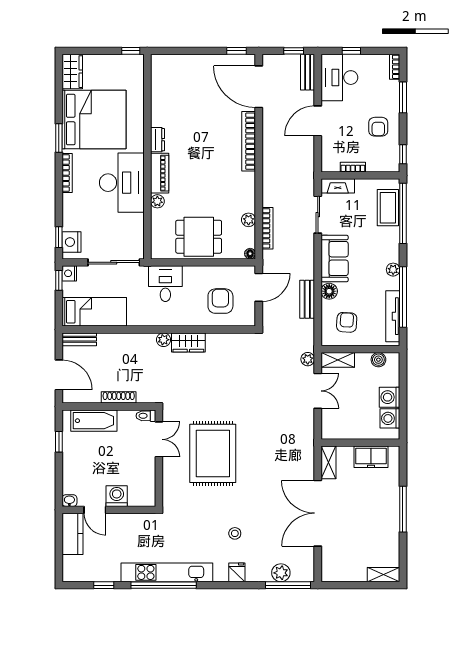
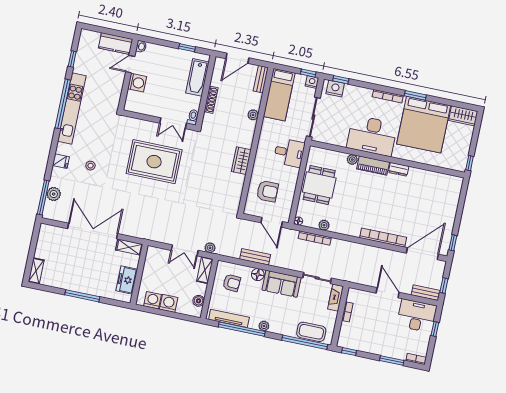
armchair: (378, 127) -> (374, 337), removed
plant: (163, 340) -> (253, 115), moved

